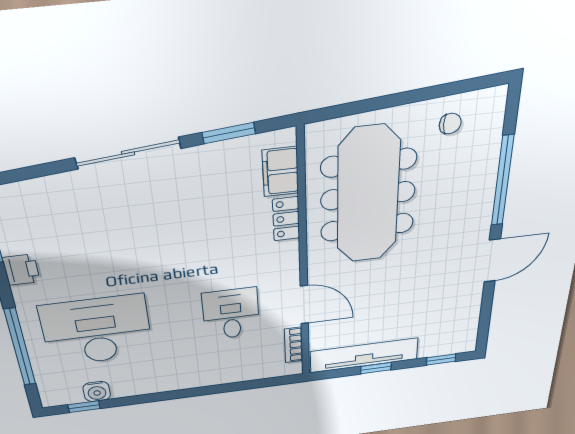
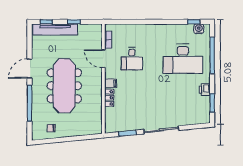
filing cabinet: (280, 172) -> (111, 83), moved, width x0.50
meeting table: (368, 196) -> (64, 86), moved
tv unit: (364, 355) -> (55, 30), moved
water cooler: (97, 391) -> (199, 29), moved

